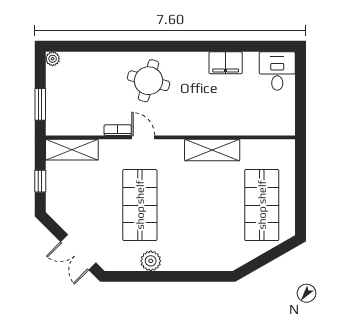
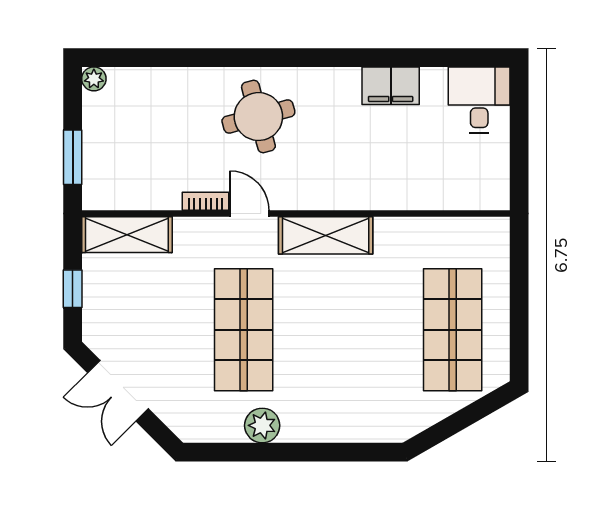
round table: (149, 81) -> (258, 117), turned -31
shelving: (212, 150) -> (326, 235), moved
double door: (78, 252) -> (118, 391), moved

